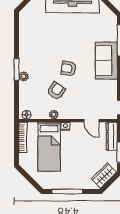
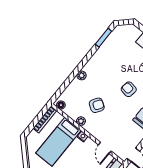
window: (17, 69) -> (104, 38), moved
armchair: (68, 69) -> (129, 89), moved

